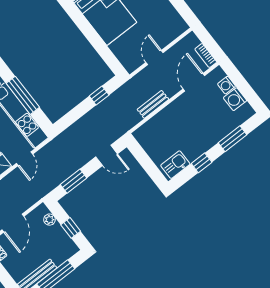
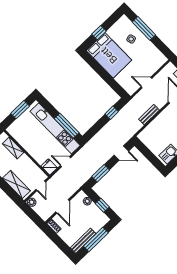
door: (154, 58) -> (146, 83), hinge flipped
window: (23, 95) -> (67, 126), moved
door: (24, 159) -> (66, 162), swing flipped

